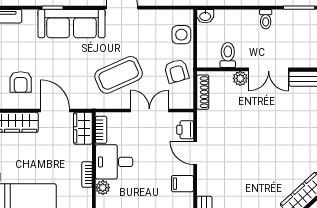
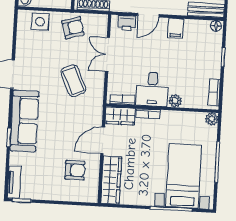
coffee table: (119, 75) -> (73, 81), width x0.73, depth x0.76
bookcase: (87, 175) -> (148, 114), moved

